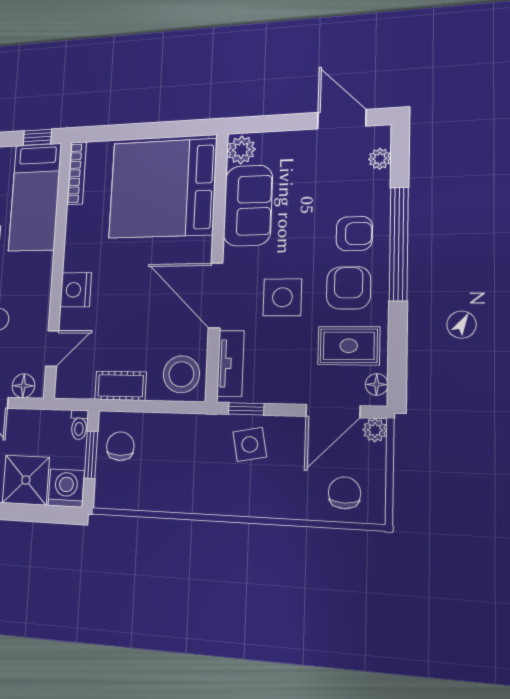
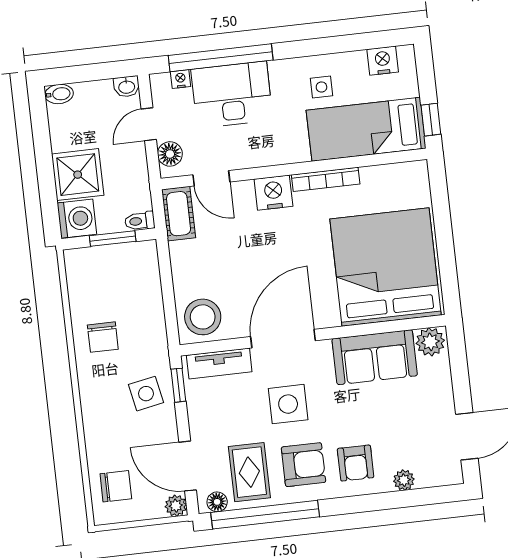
plant: (380, 159) -> (404, 480), moved
bookcase: (77, 173) -> (326, 179), moved
window: (399, 244) -> (265, 515), moved
cot: (121, 386) -> (179, 214), moved
chair: (120, 446) -> (103, 337), moved, turned 90

